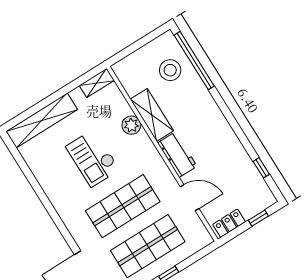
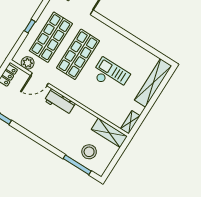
window: (194, 61) -> (77, 165), width x0.68
shelving: (152, 115) -> (109, 133), moved
plant: (131, 125) -> (28, 63), moved

